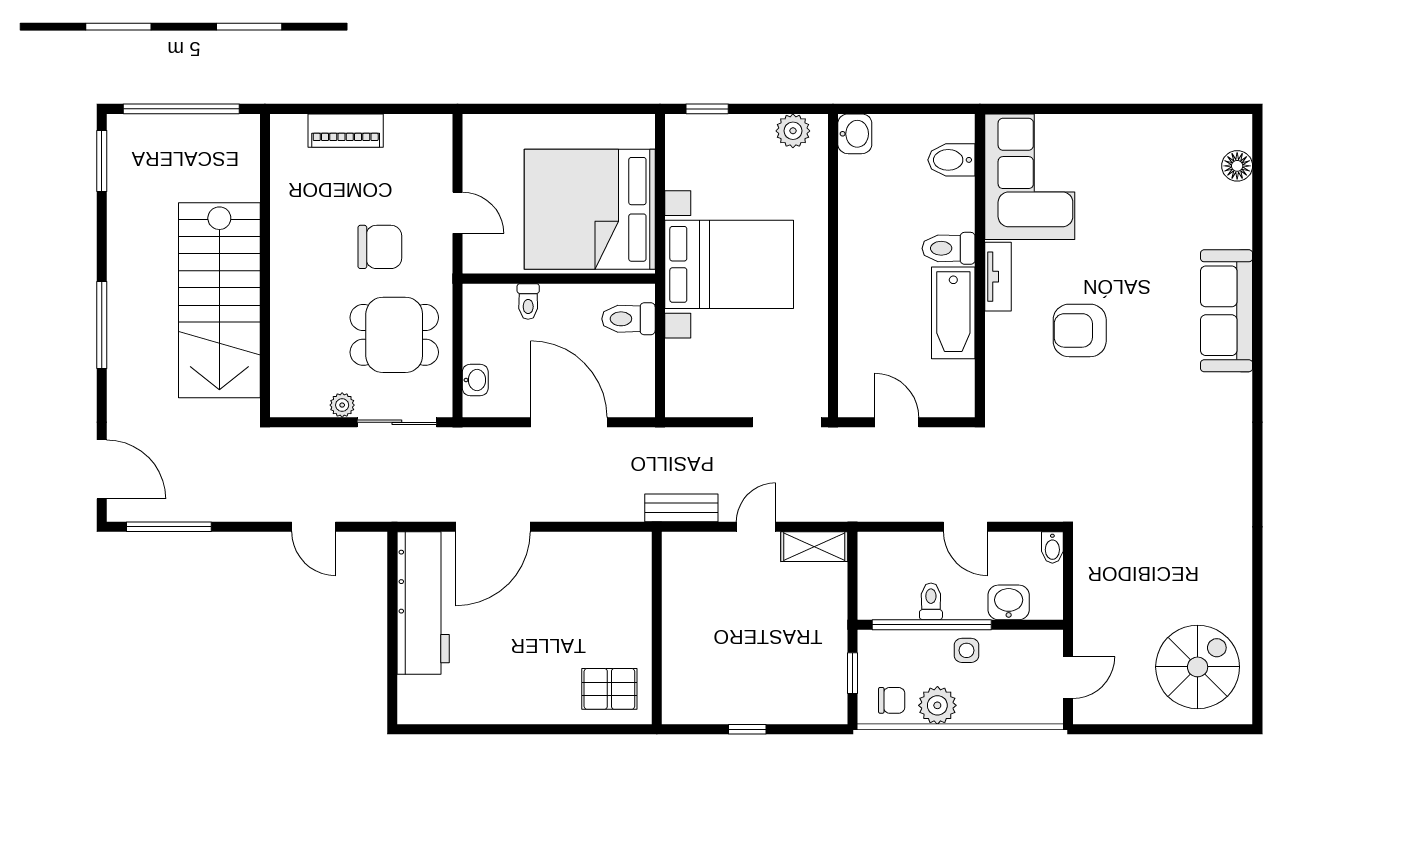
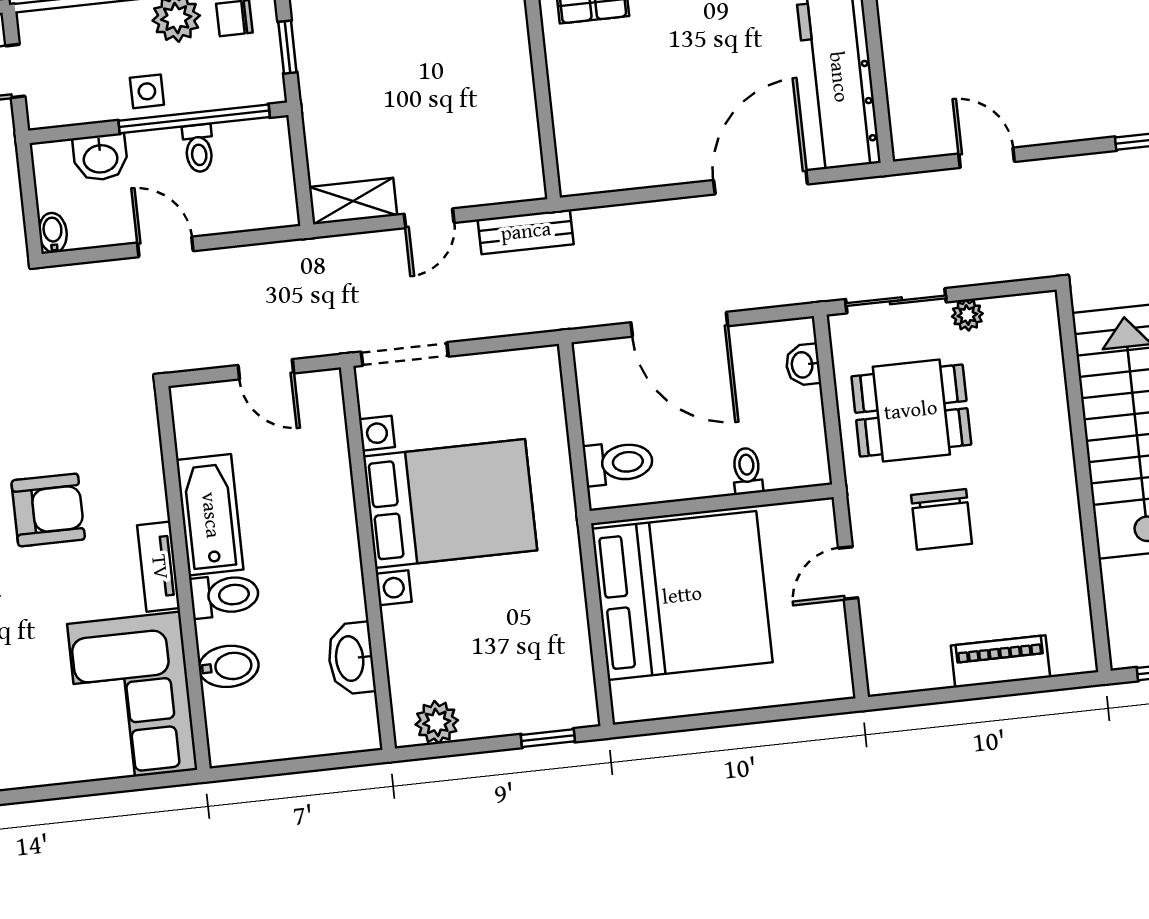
washbasin: (855, 134) -> (351, 658), moved, width x1.38
bidet: (951, 160) -> (229, 666), moved
door: (458, 213) -> (848, 573), hinge flipped
chair: (380, 247) -> (942, 519), turned -90
bed with nightstands: (729, 264) -> (450, 503), moved, turned 180

